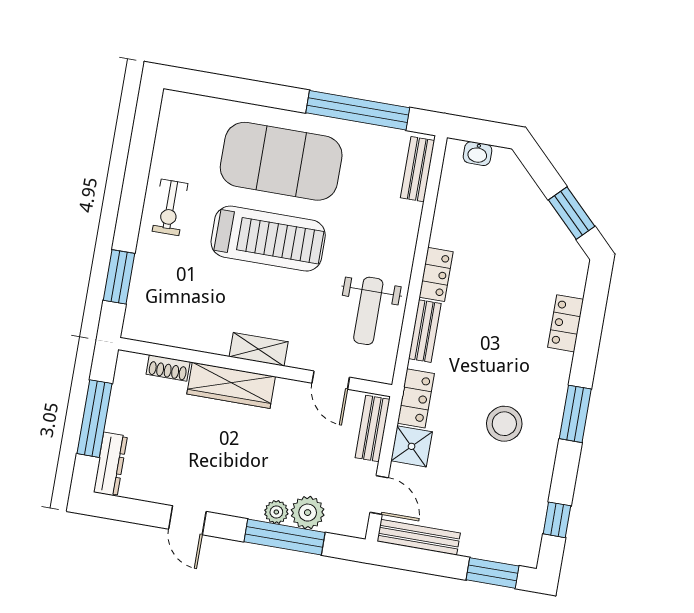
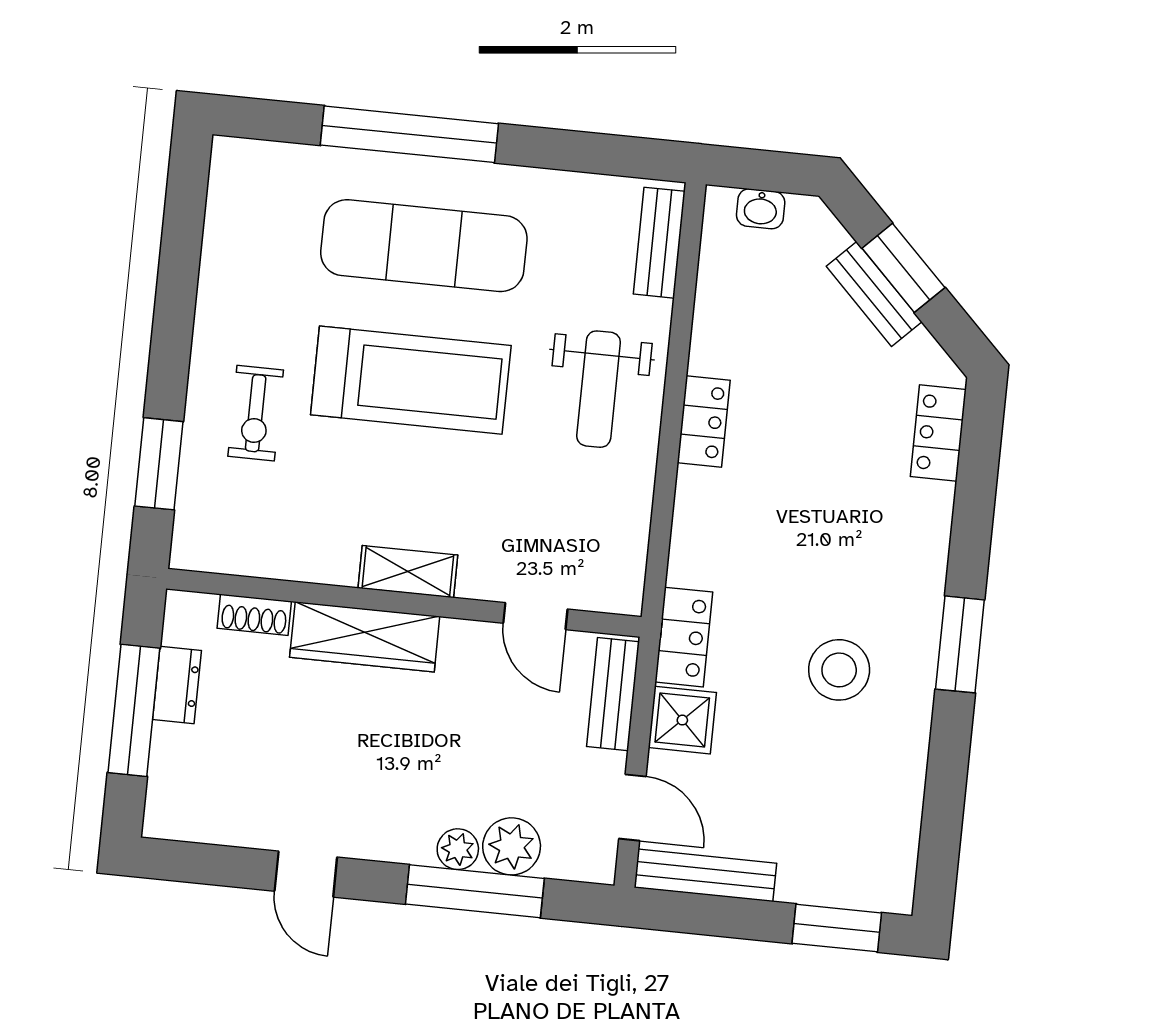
window: (358, 110) -> (409, 134), moved
exercise mat: (281, 161) -> (424, 246), width x0.68
exercise bike: (170, 207) -> (256, 413), moved
window: (572, 213) -> (903, 268), moved
weight bench: (368, 311) -> (599, 389), moved
locker: (566, 323) -> (938, 433), moved
bench: (425, 331) -> (874, 294), moved, turned -45
dresser: (110, 464) -> (177, 685), moved, width x0.70
window: (557, 520) -> (941, 829), removed

